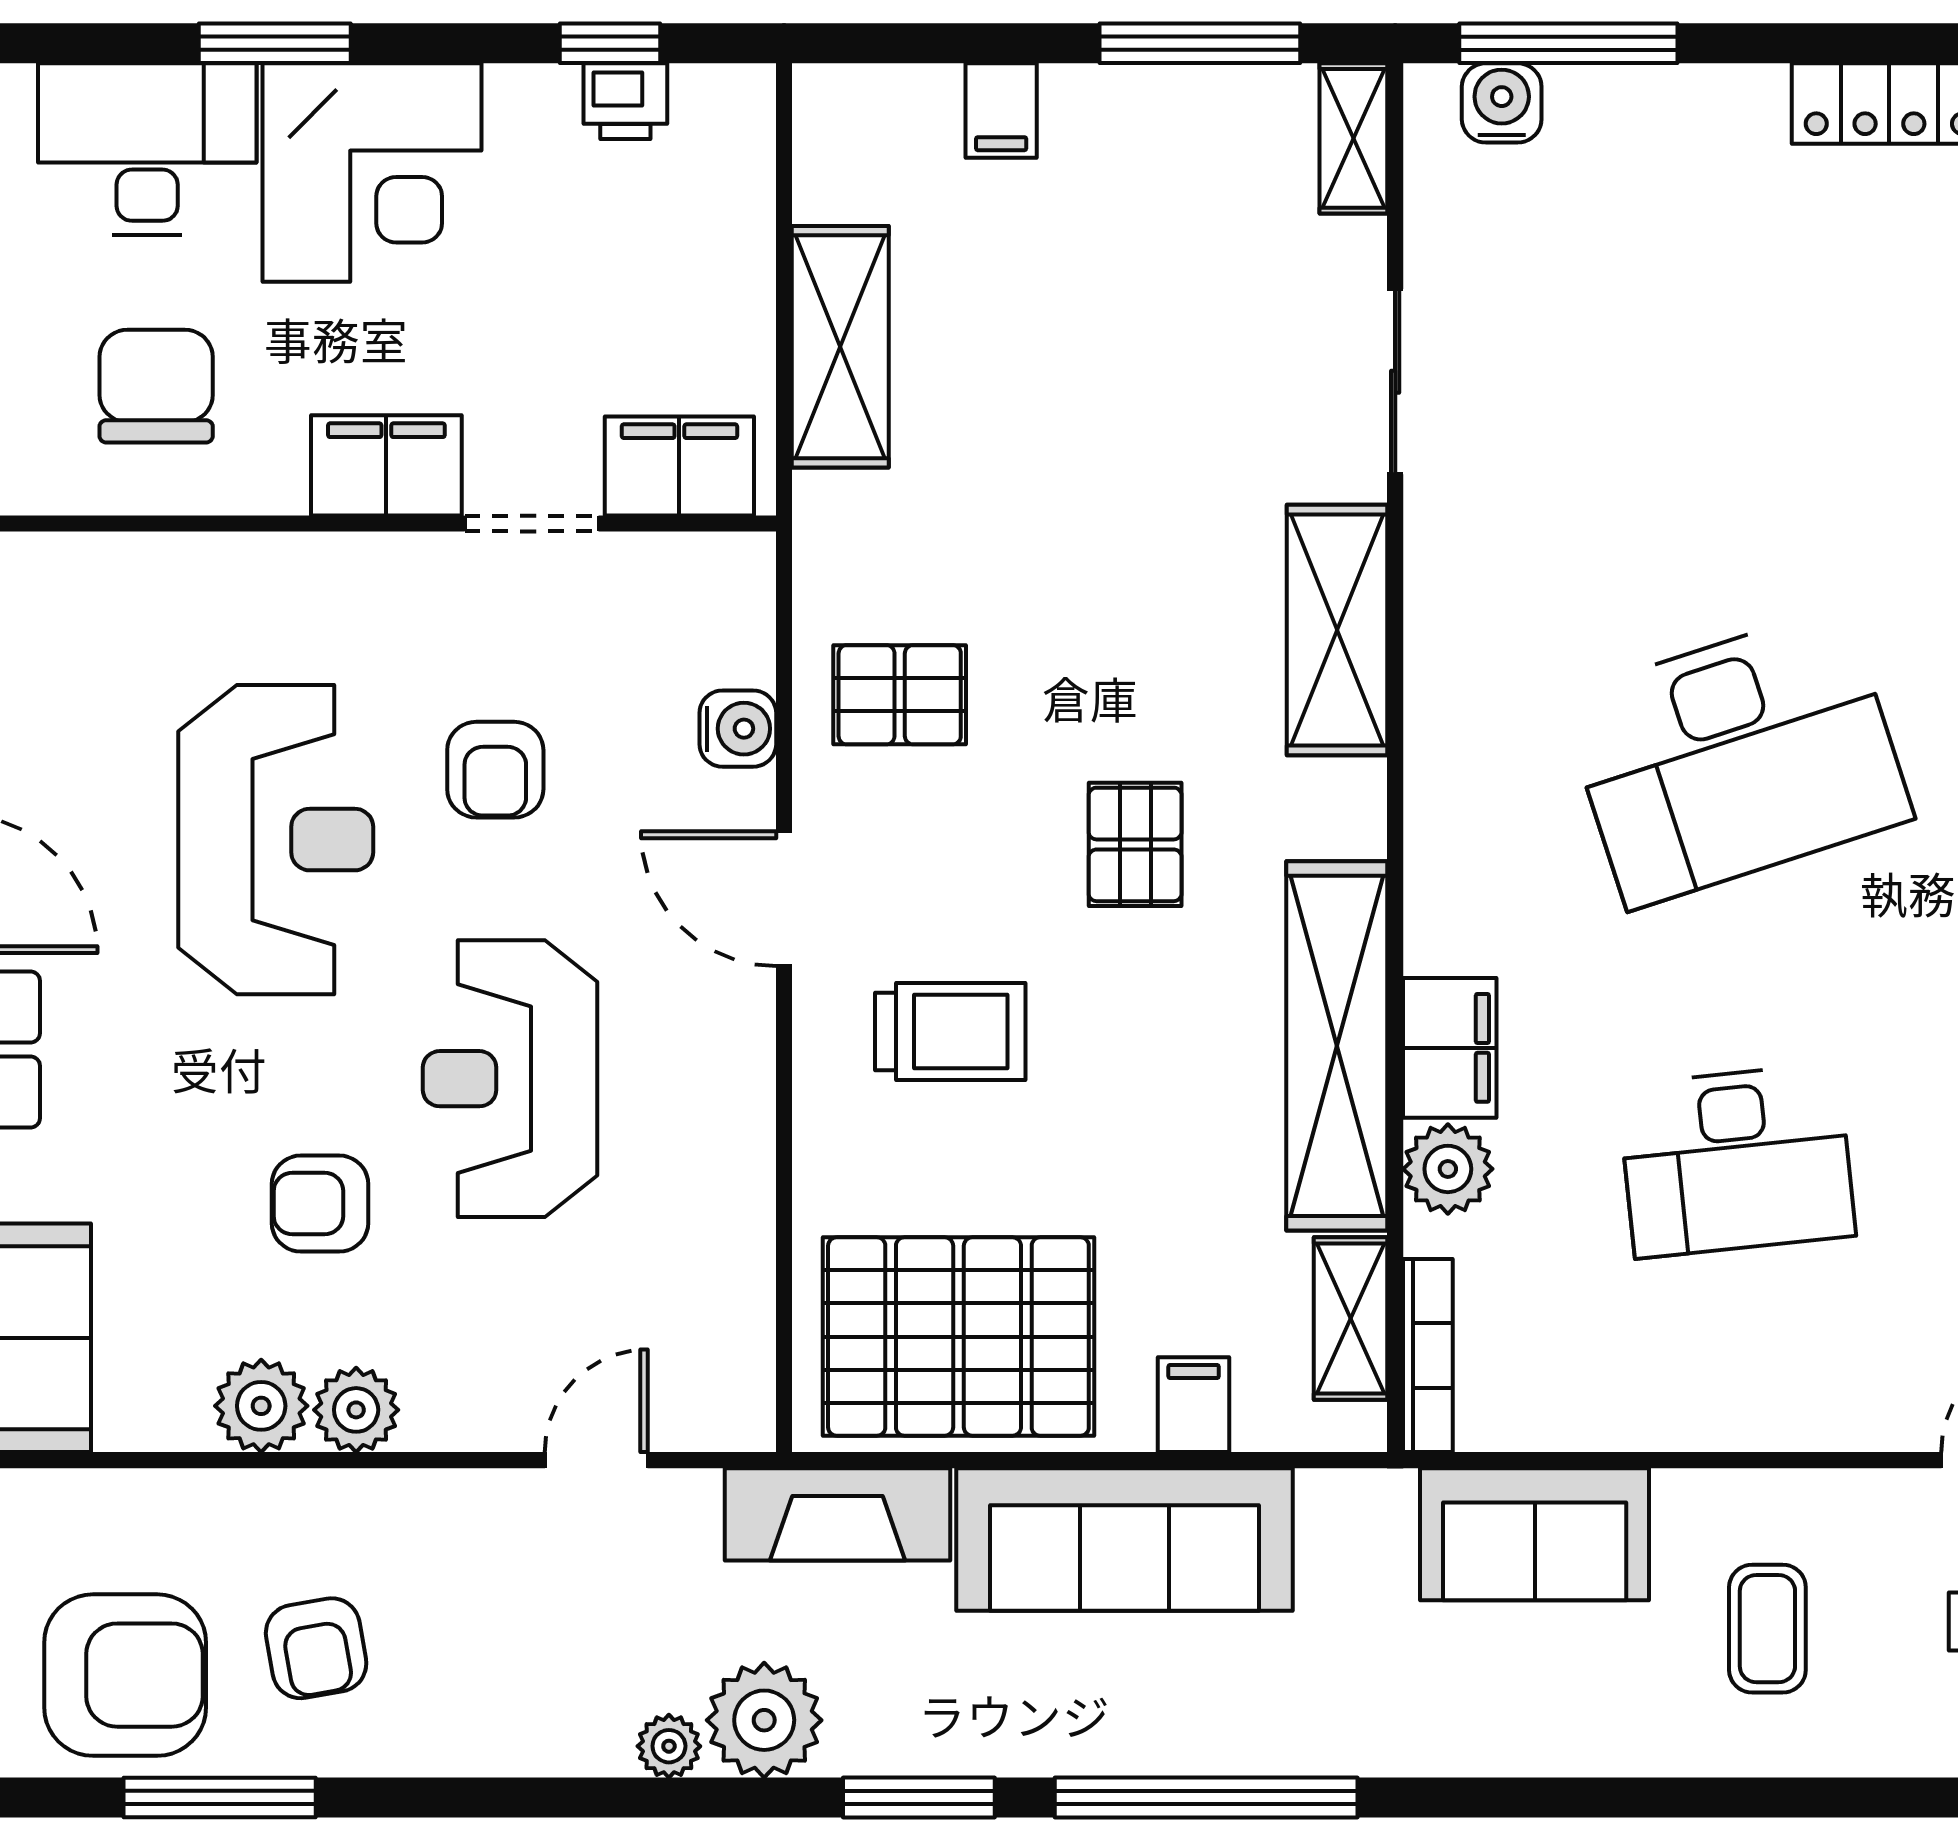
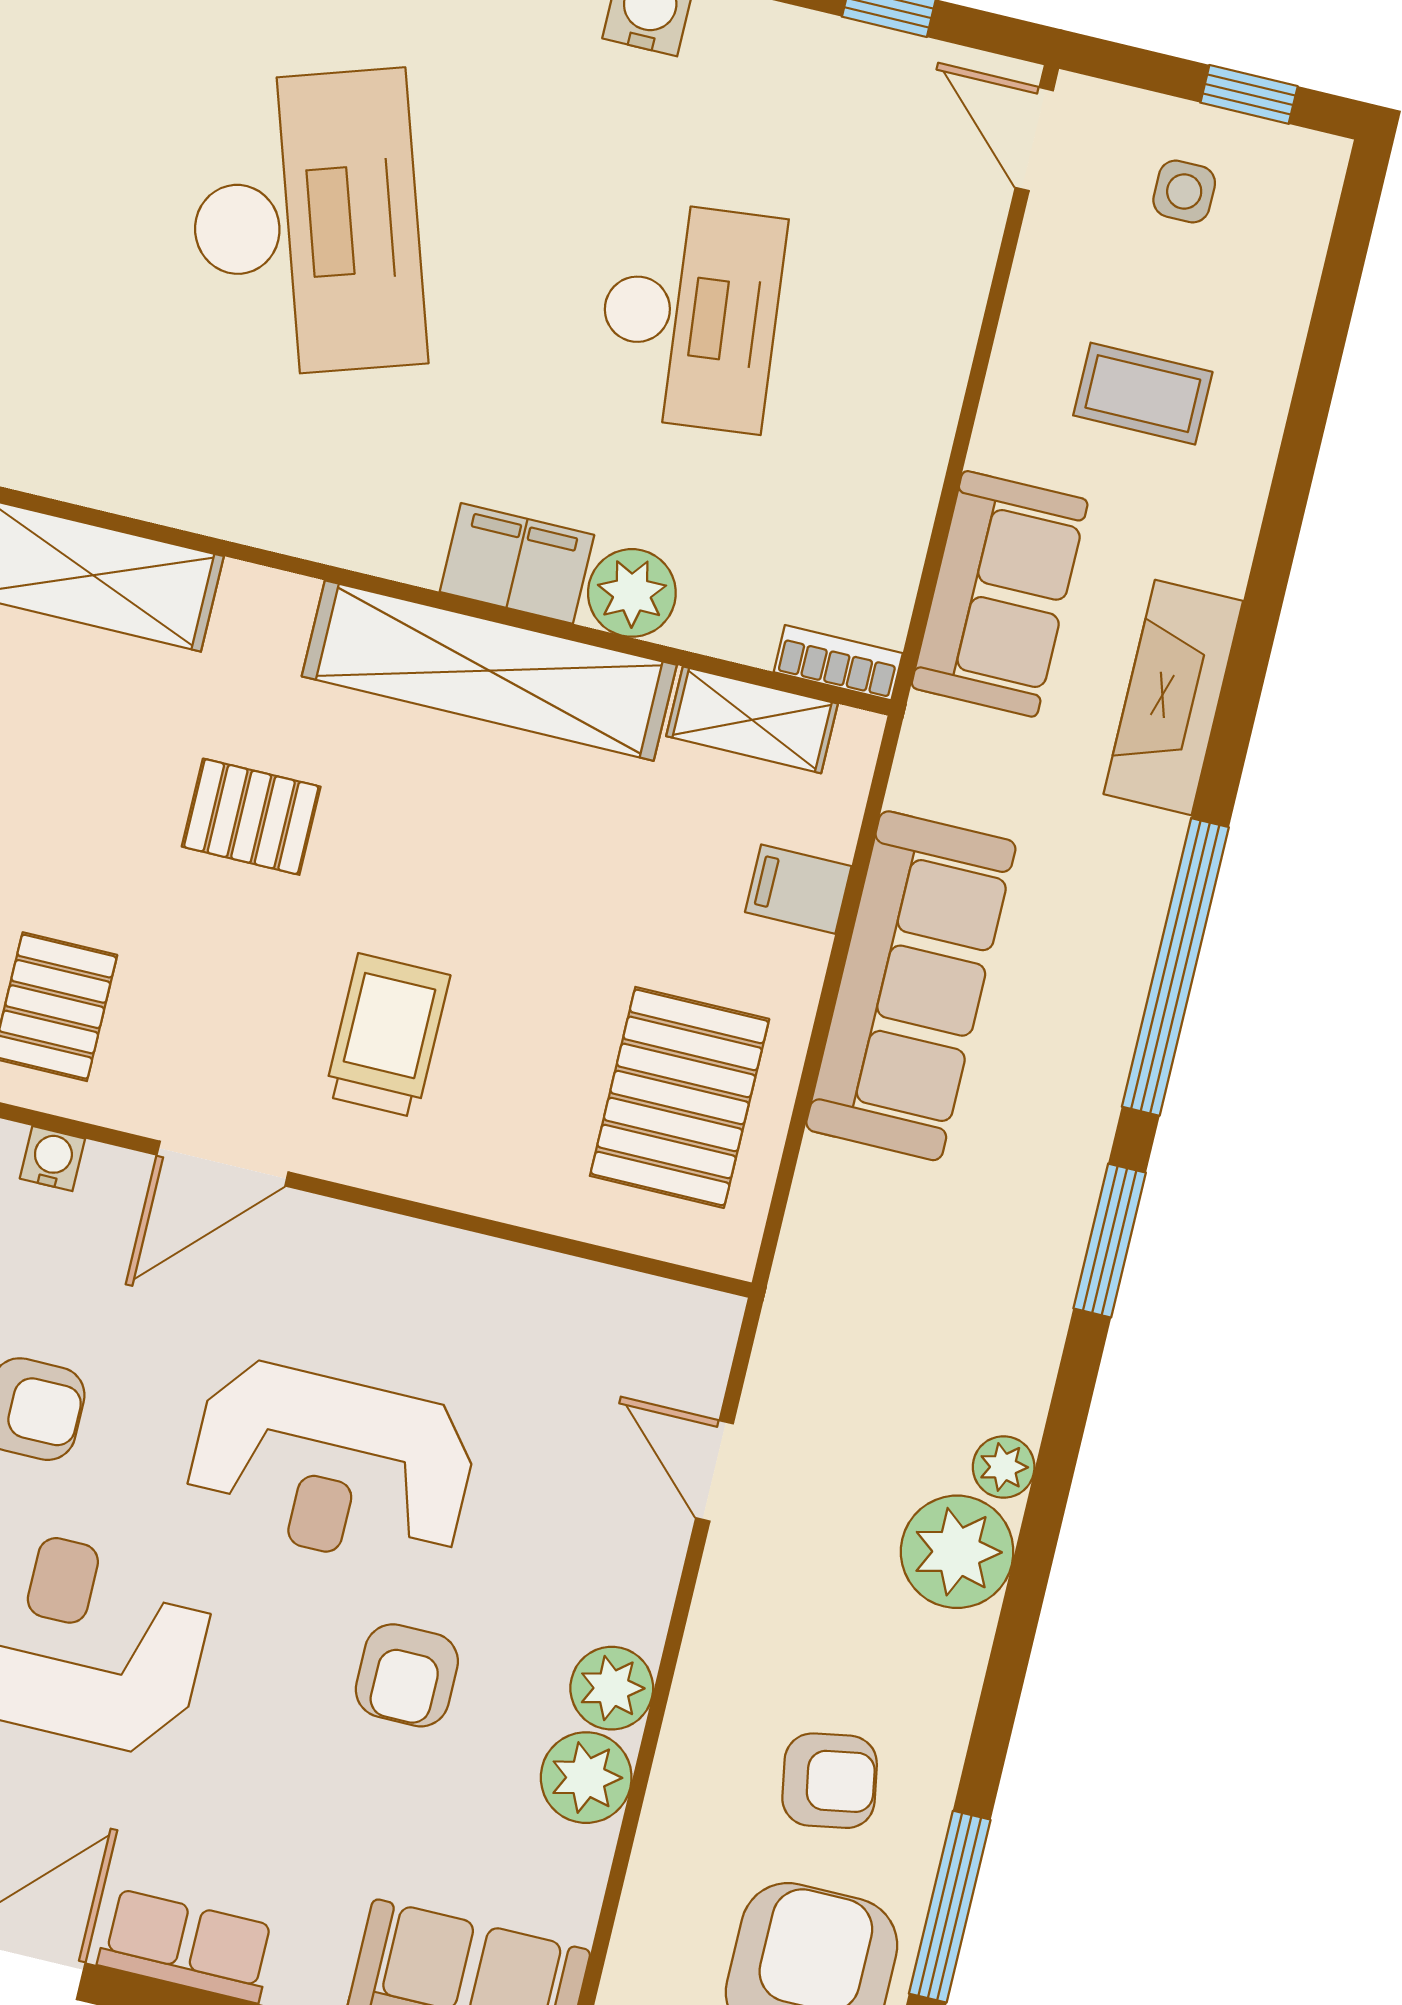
water cooler: (738, 729) -> (52, 1159), width x0.72, depth x0.72
pallet: (958, 1337) -> (680, 1097), width x0.73, depth x0.71
bookcase: (1428, 1356) -> (838, 663), width x0.64
fireplace: (838, 1514) -> (1173, 698), moved, turned 180
plant: (764, 1720) -> (957, 1552), moved

